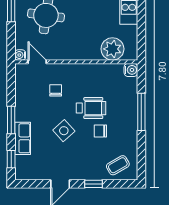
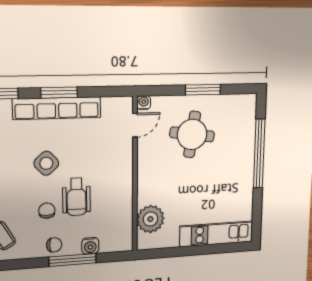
water cooler: (131, 70) -> (90, 246), moved
chair: (56, 90) -> (54, 245), moved
row of seats: (23, 138) -> (57, 108), width x2.02

